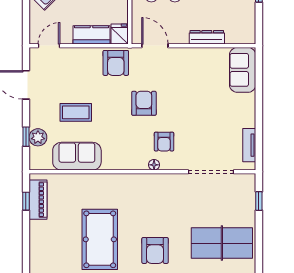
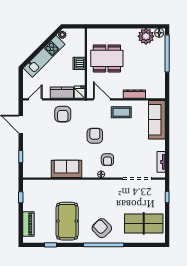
armchair: (116, 63) -> (63, 114), moved
sofa: (243, 70) -> (157, 120), width x1.36
coffee table: (76, 112) -> (121, 112), moved
plant: (38, 137) -> (28, 157), removed
sofa: (77, 156) -> (67, 169), moved
piano: (38, 200) -> (28, 224), moved
armchair: (155, 250) -> (102, 228), turned 136

